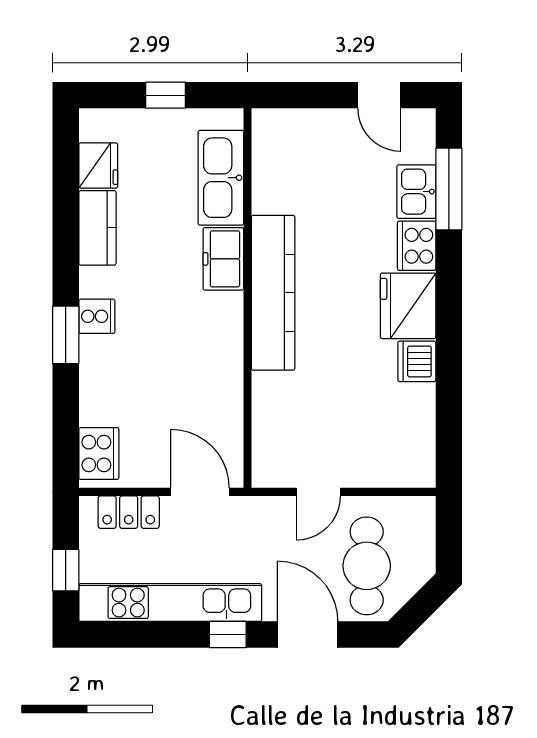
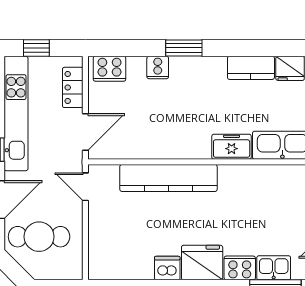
kitchen counter: (273, 293) -> (168, 178), moved
cooker: (97, 316) -> (158, 67), moved
door: (318, 492) -> (85, 187), moved

